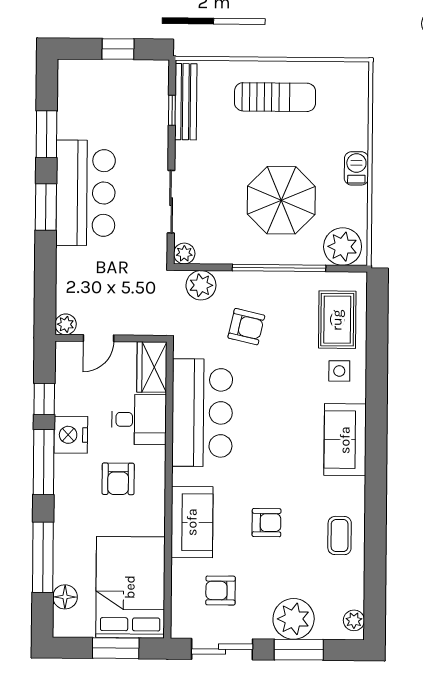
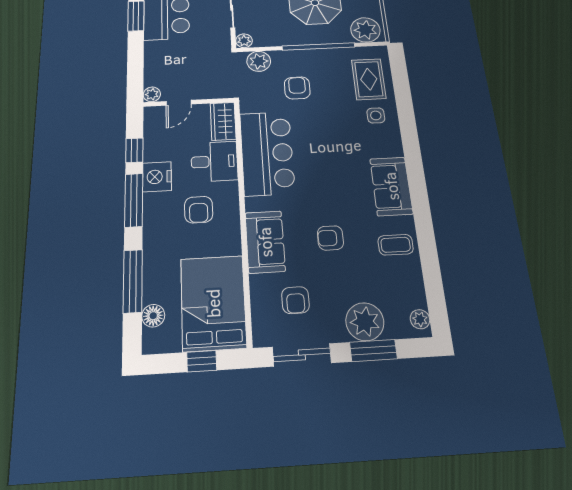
armchair: (246, 327) -> (297, 88), turned -103
sofa: (345, 440) -> (391, 186), moved
armchair: (267, 523) -> (330, 238), turned 180
coffee table: (340, 536) -> (396, 245), turned 90
armchair: (220, 591) -> (295, 300), turned -90
window: (116, 648) -> (202, 361), width x0.67

